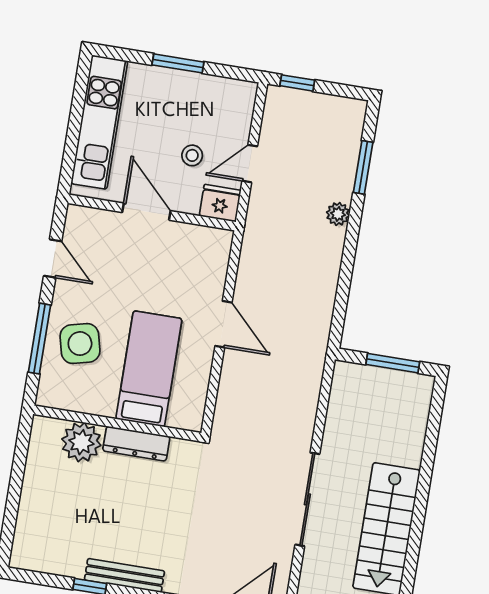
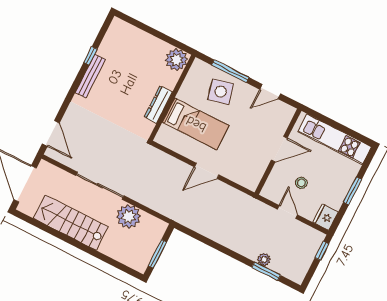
fridge: (220, 203) -> (326, 217), moved, turned 180
plant: (338, 214) -> (264, 259), moved
plant: (344, 433) -> (129, 216), added
plant: (81, 442) -> (176, 60), moved

